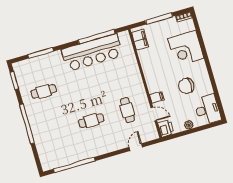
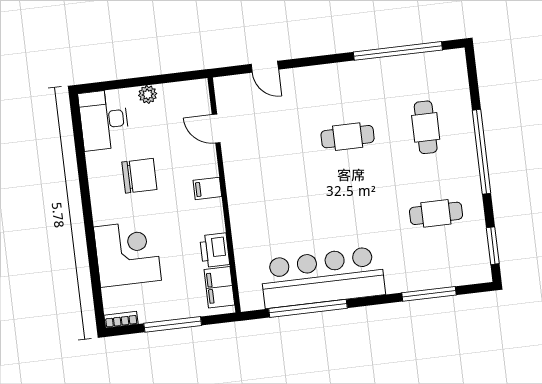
filing cabinet: (157, 97) -> (207, 188), moved
cafe table: (127, 110) -> (426, 127), moved
printer: (166, 128) -> (215, 250), moved
door: (136, 147) -> (265, 67), hinge flipped

